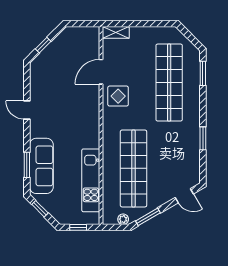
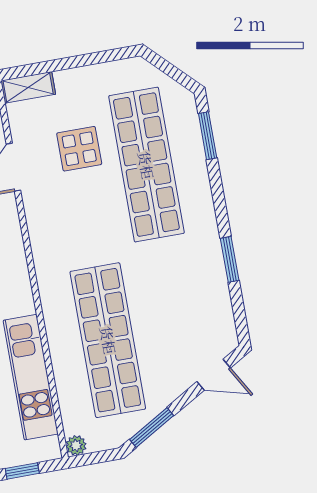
display table: (118, 96) -> (79, 149), moved
plant: (123, 219) -> (76, 445), moved

